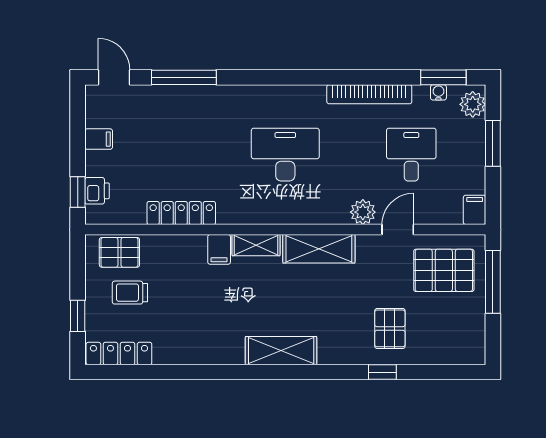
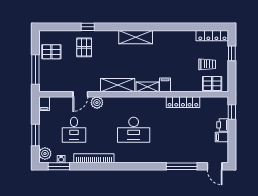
printer: (97, 191) -> (223, 125), moved
pallet: (444, 270) -> (51, 52), moved, width x0.67, depth x0.71

